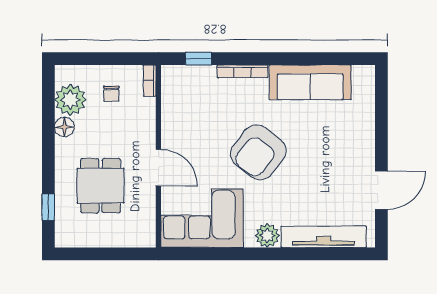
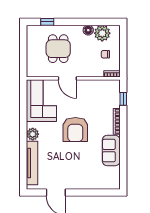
sofa: (310, 82) -> (111, 151), width x0.73
armchair: (258, 152) -> (75, 130), turned -128
door: (158, 168) -> (67, 78), hinge flipped
dining table: (101, 186) -> (58, 49), turned 90

